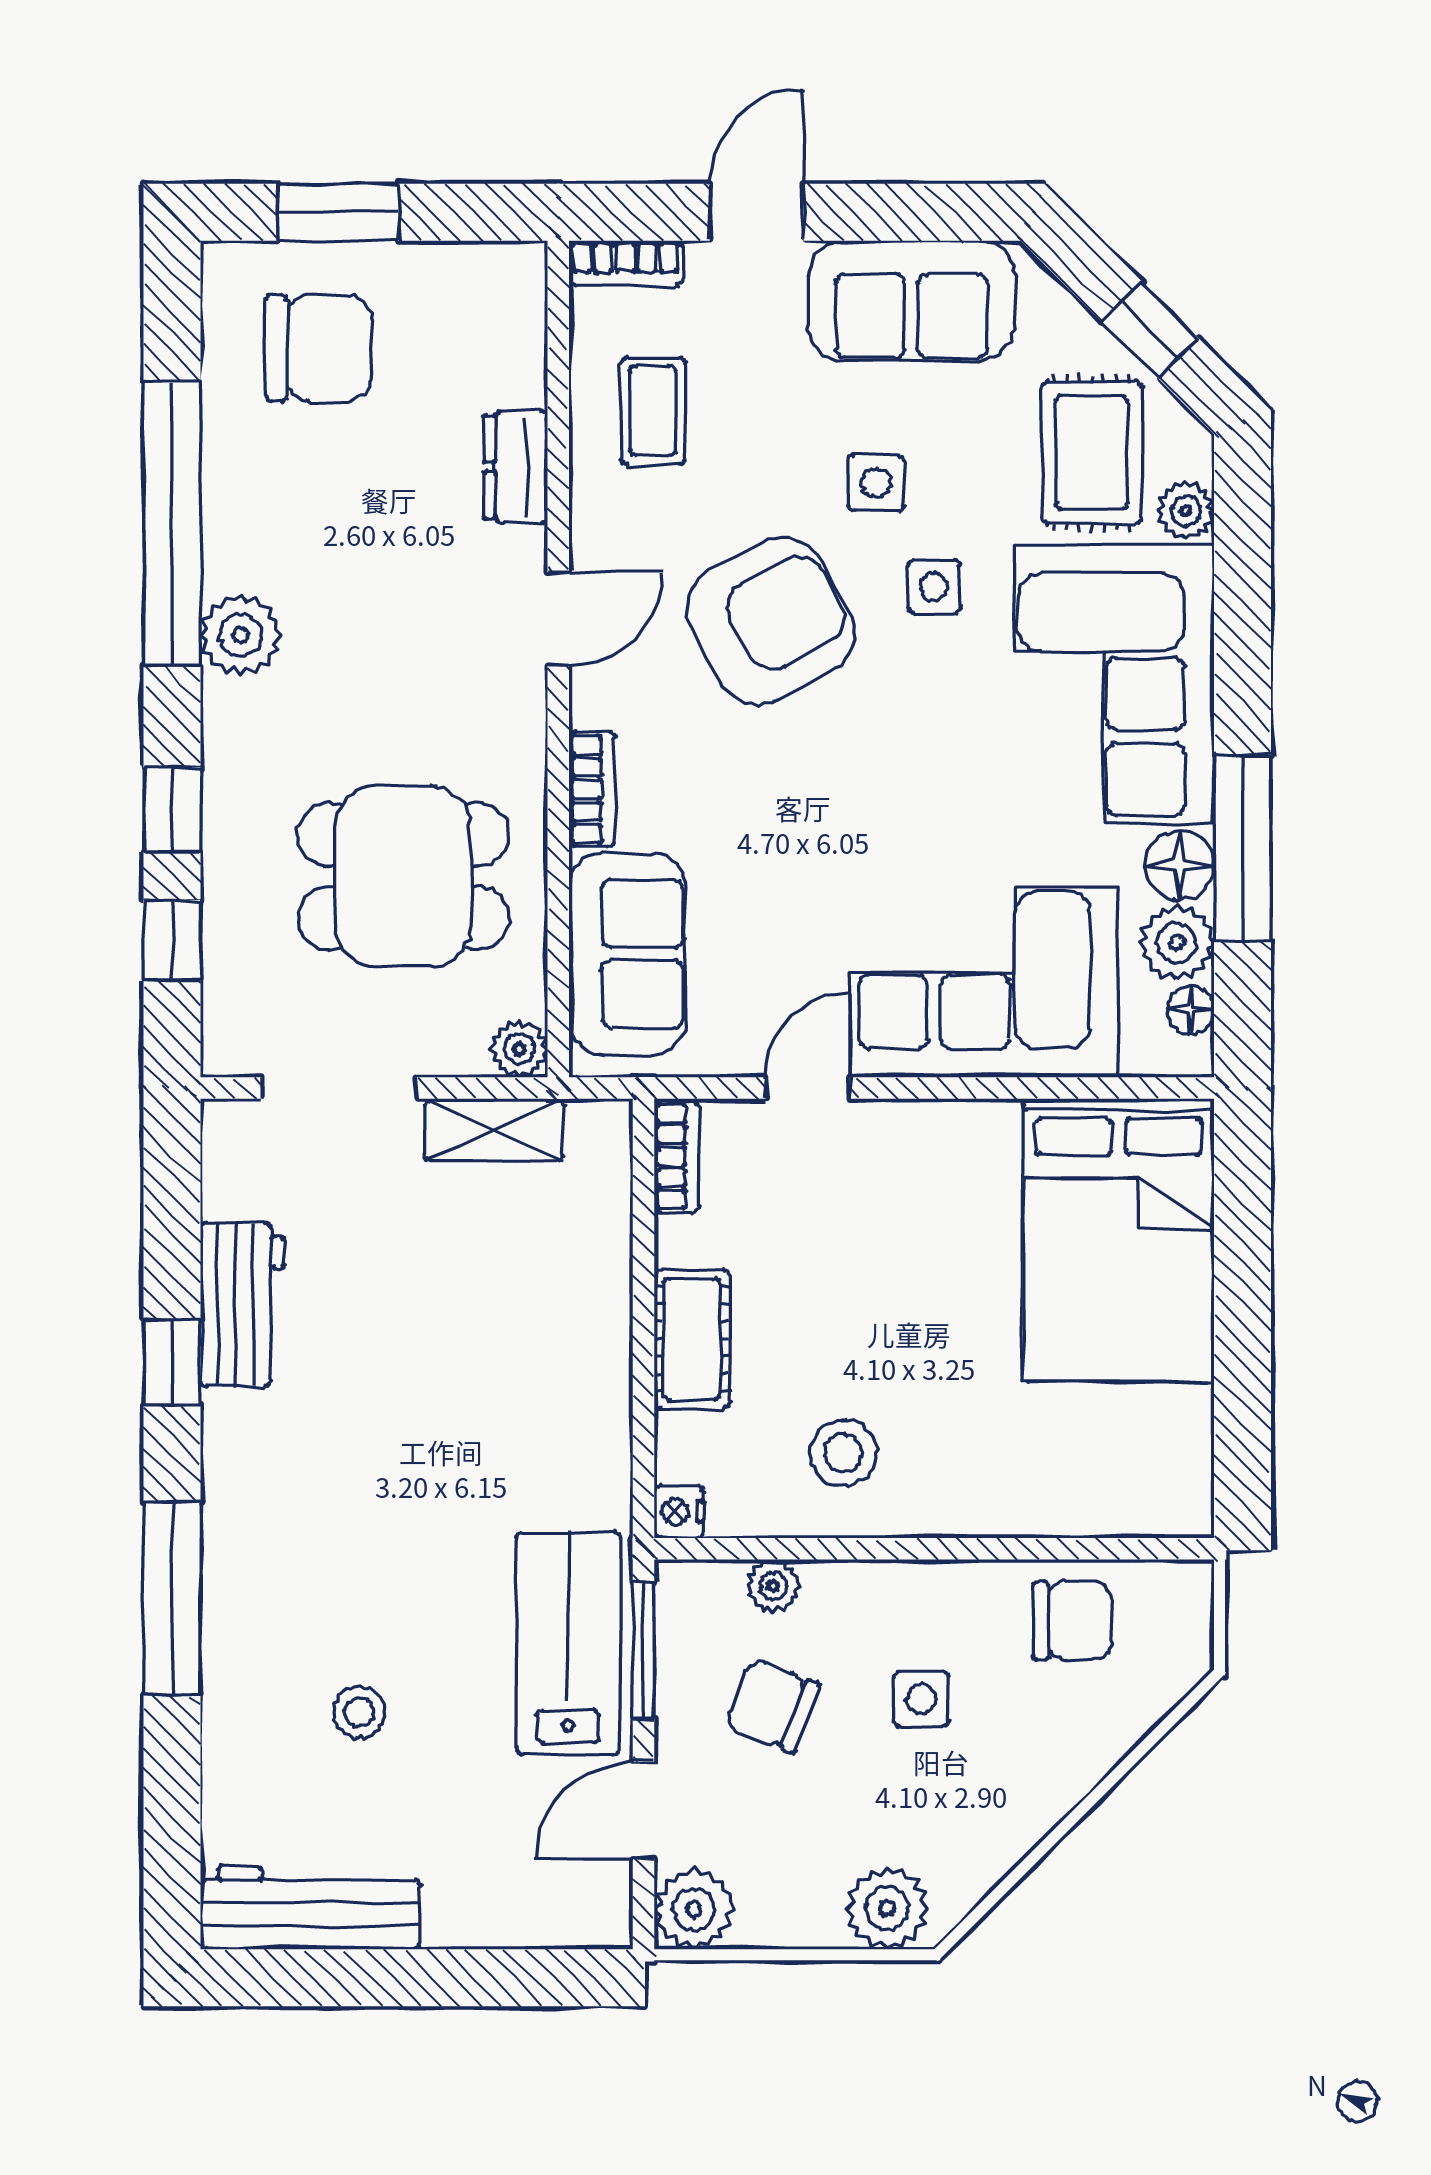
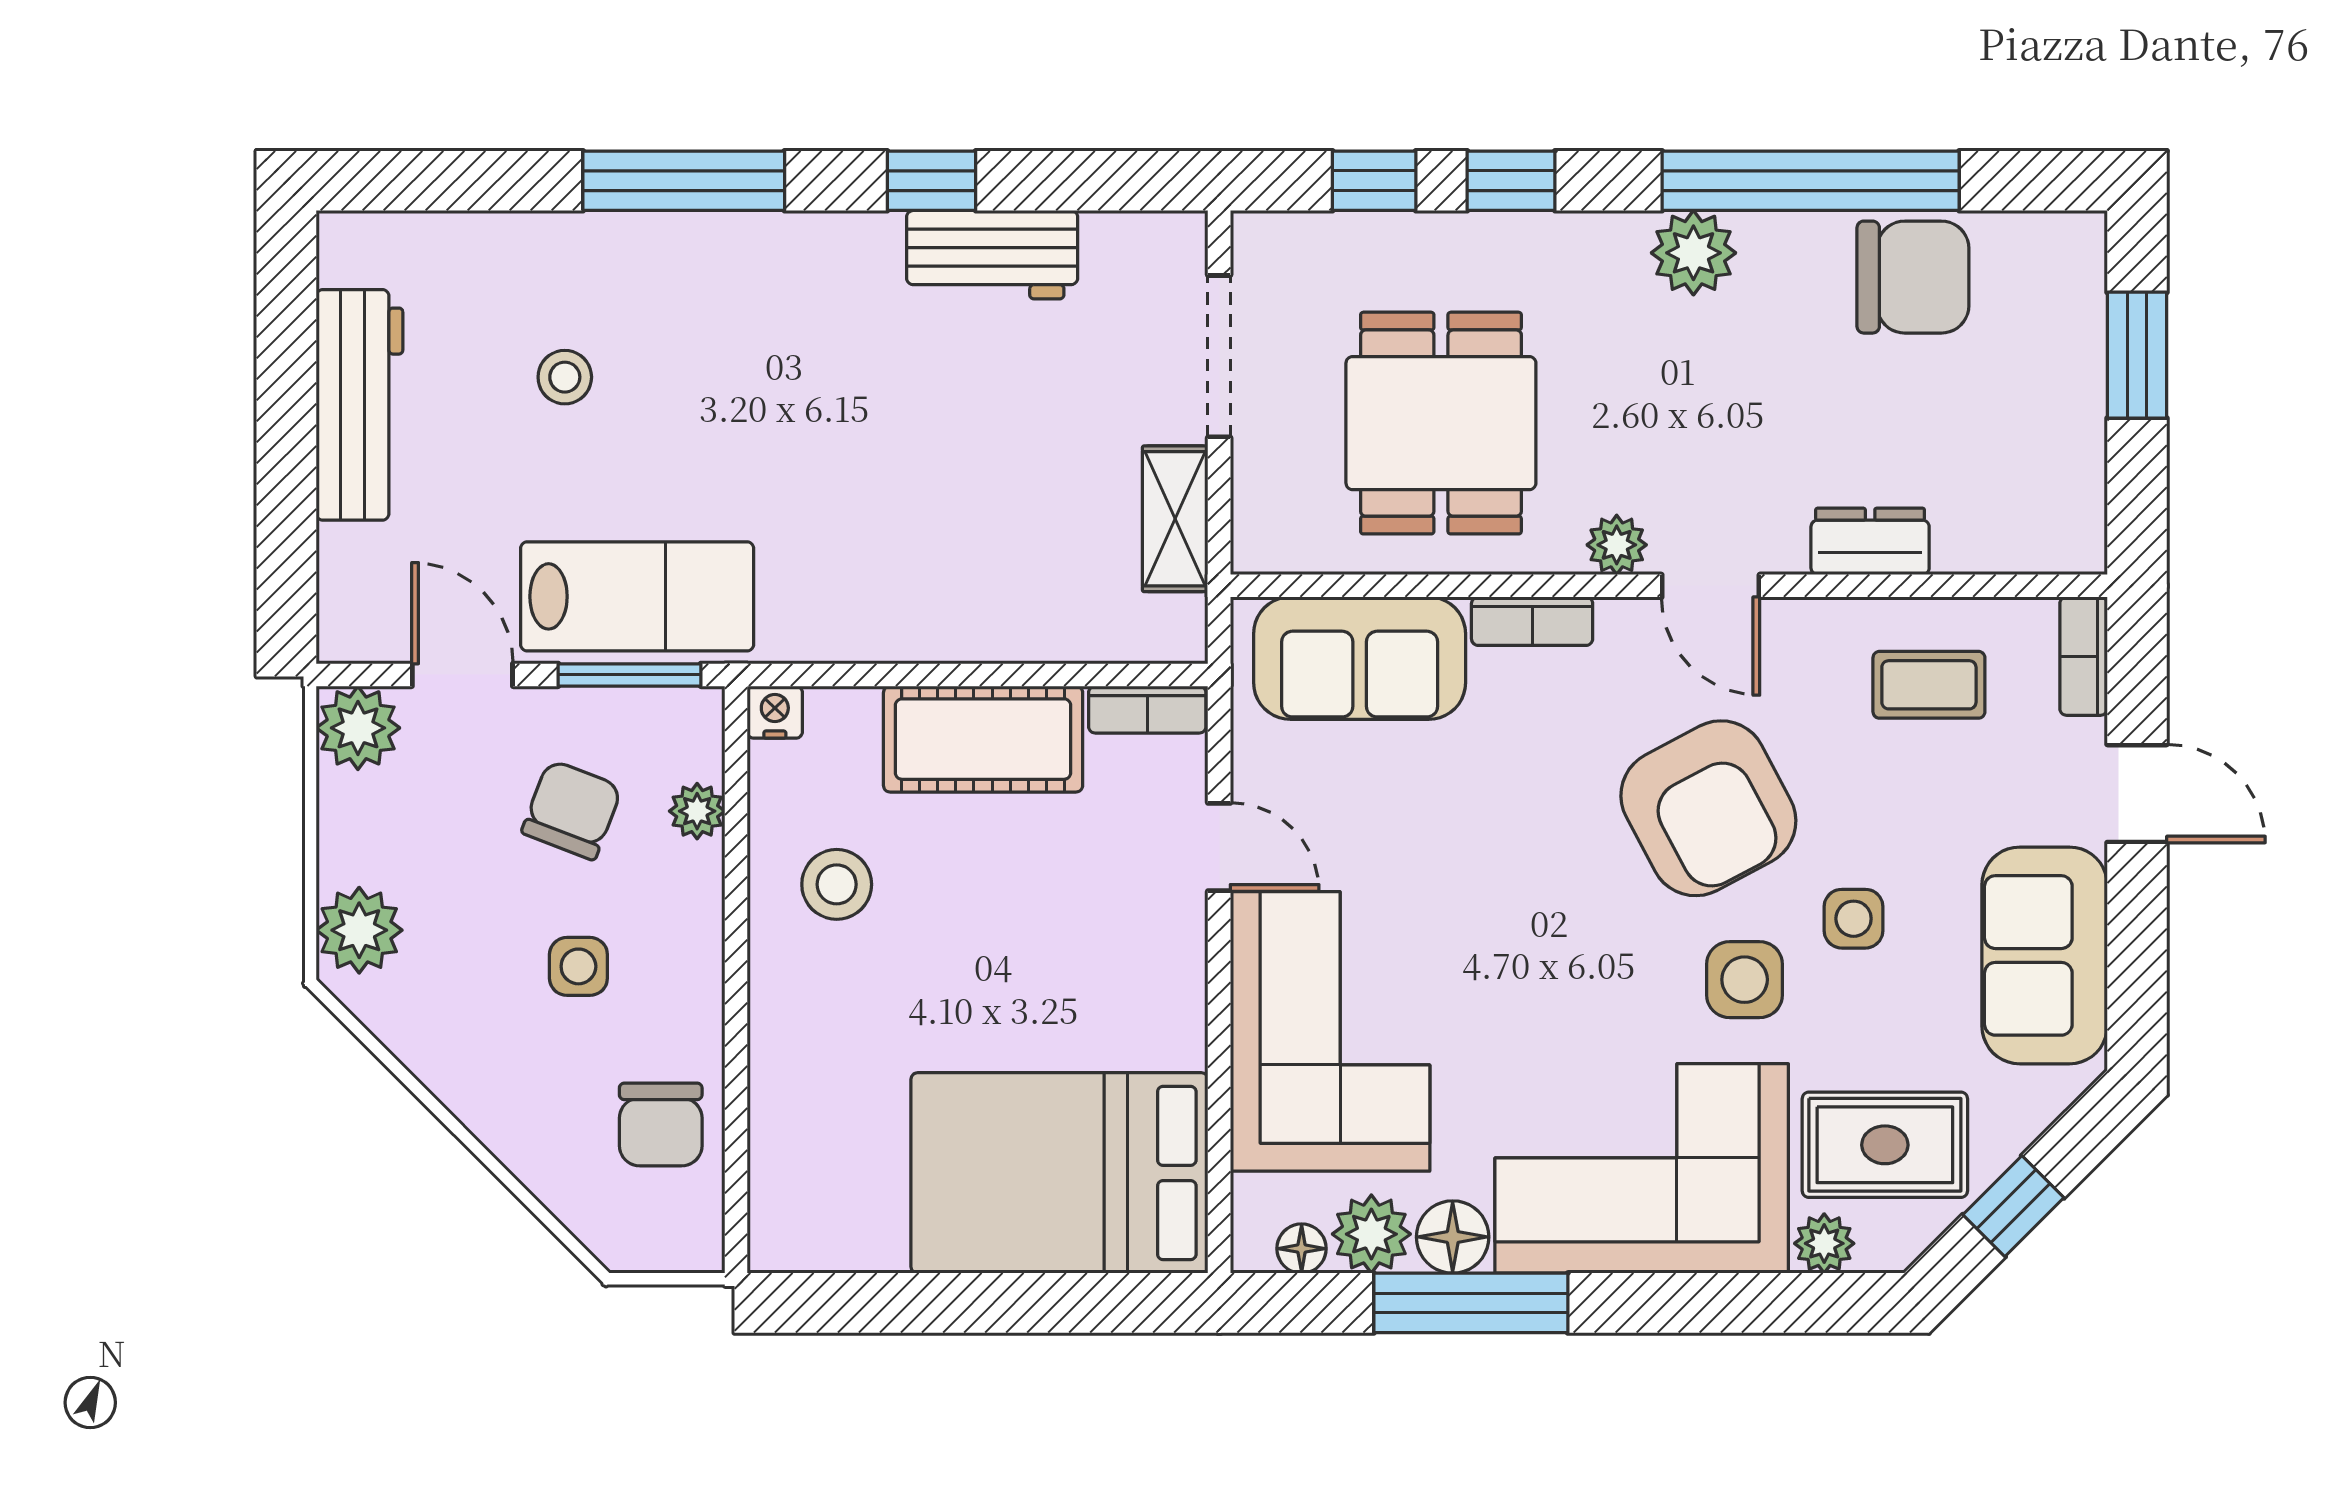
chair: (319, 348) -> (1913, 277), moved, turned -90
side table: (934, 587) -> (1745, 980), width x1.37, depth x1.37
plant: (519, 1049) -> (1617, 545), moved
cot: (692, 1339) -> (983, 739), width x1.37, depth x1.34
workbench: (310, 1908) -> (359, 405), moved

